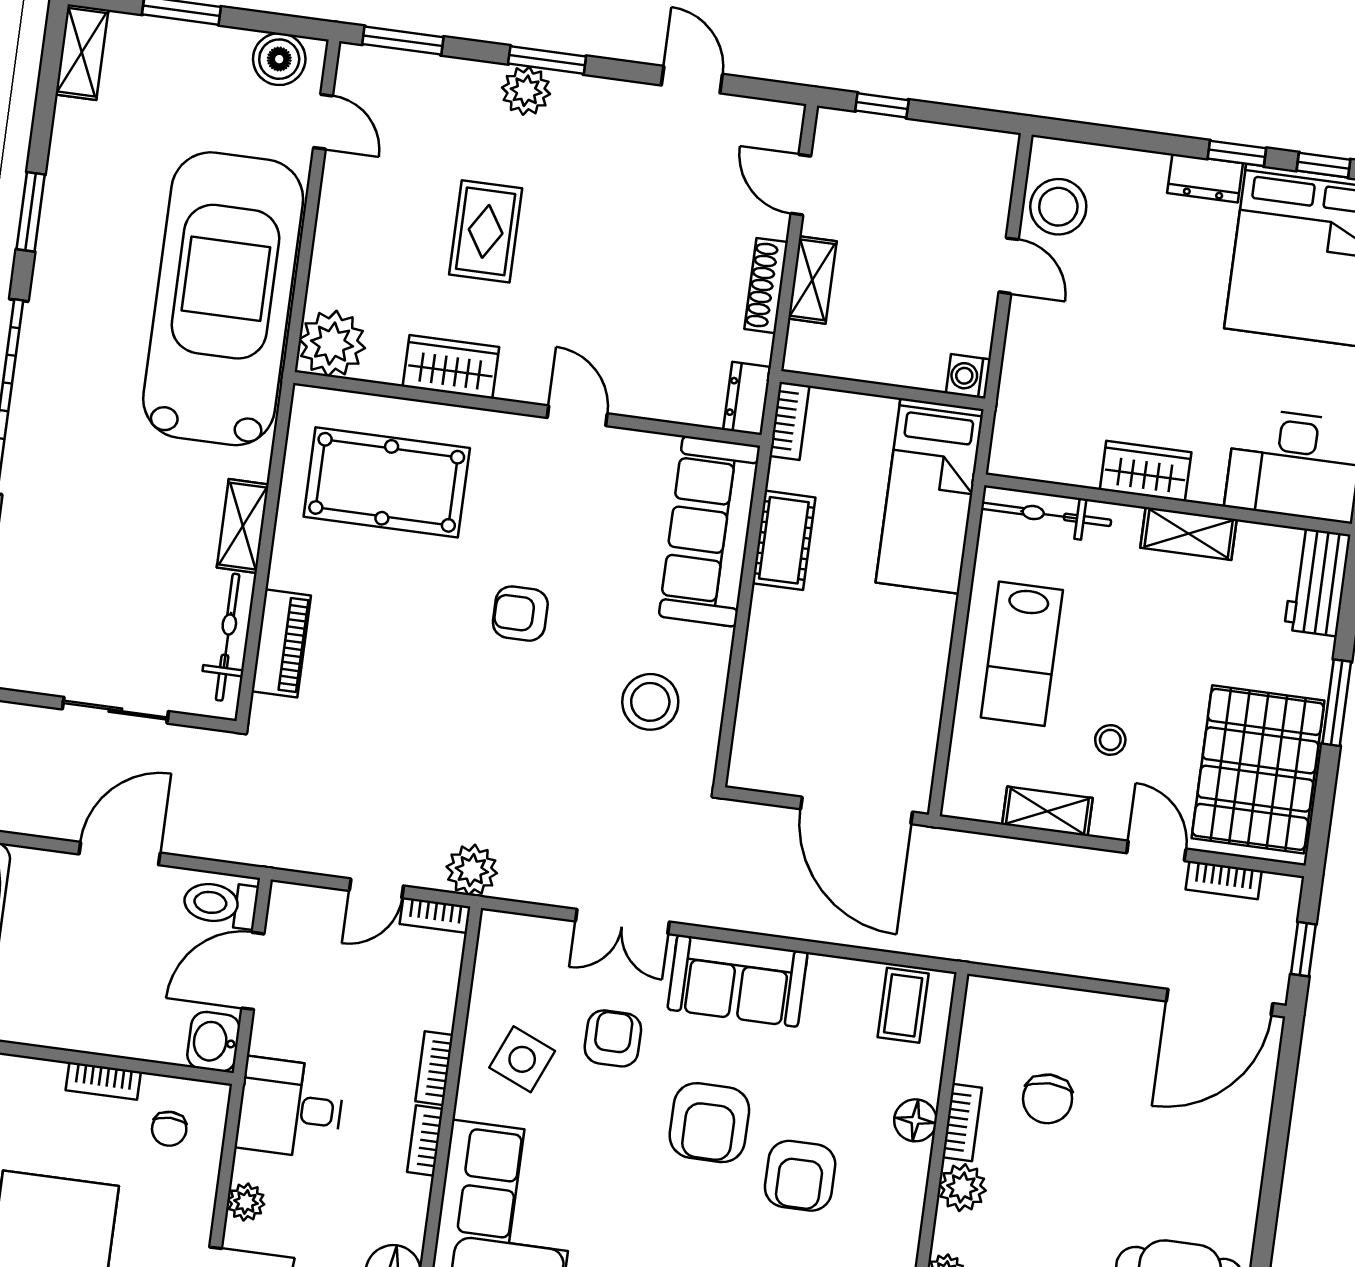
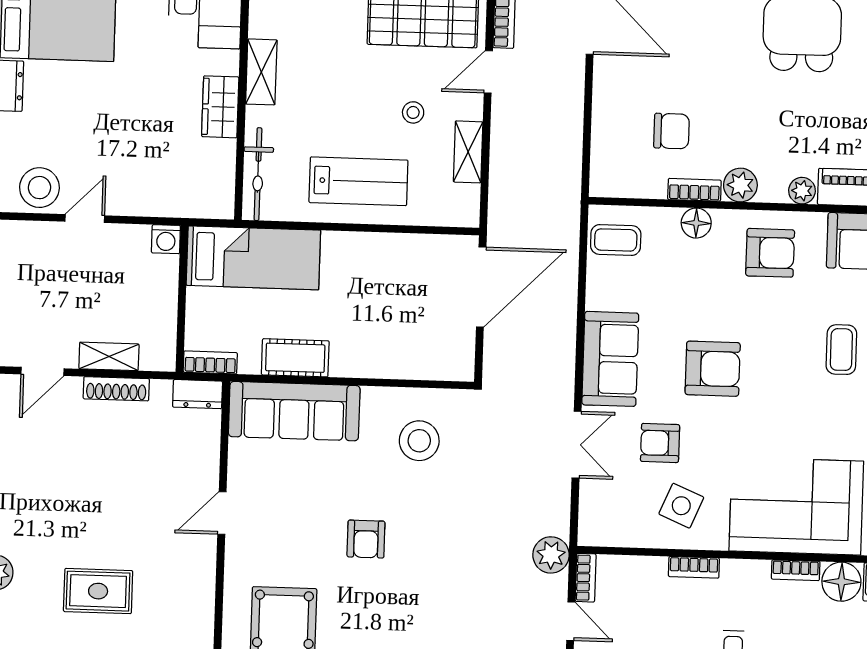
wardrobe: (451, 367) -> (196, 606), removed
bookcase: (425, 1140) -> (796, 570), moved
armchair: (800, 1176) -> (770, 253), moved

